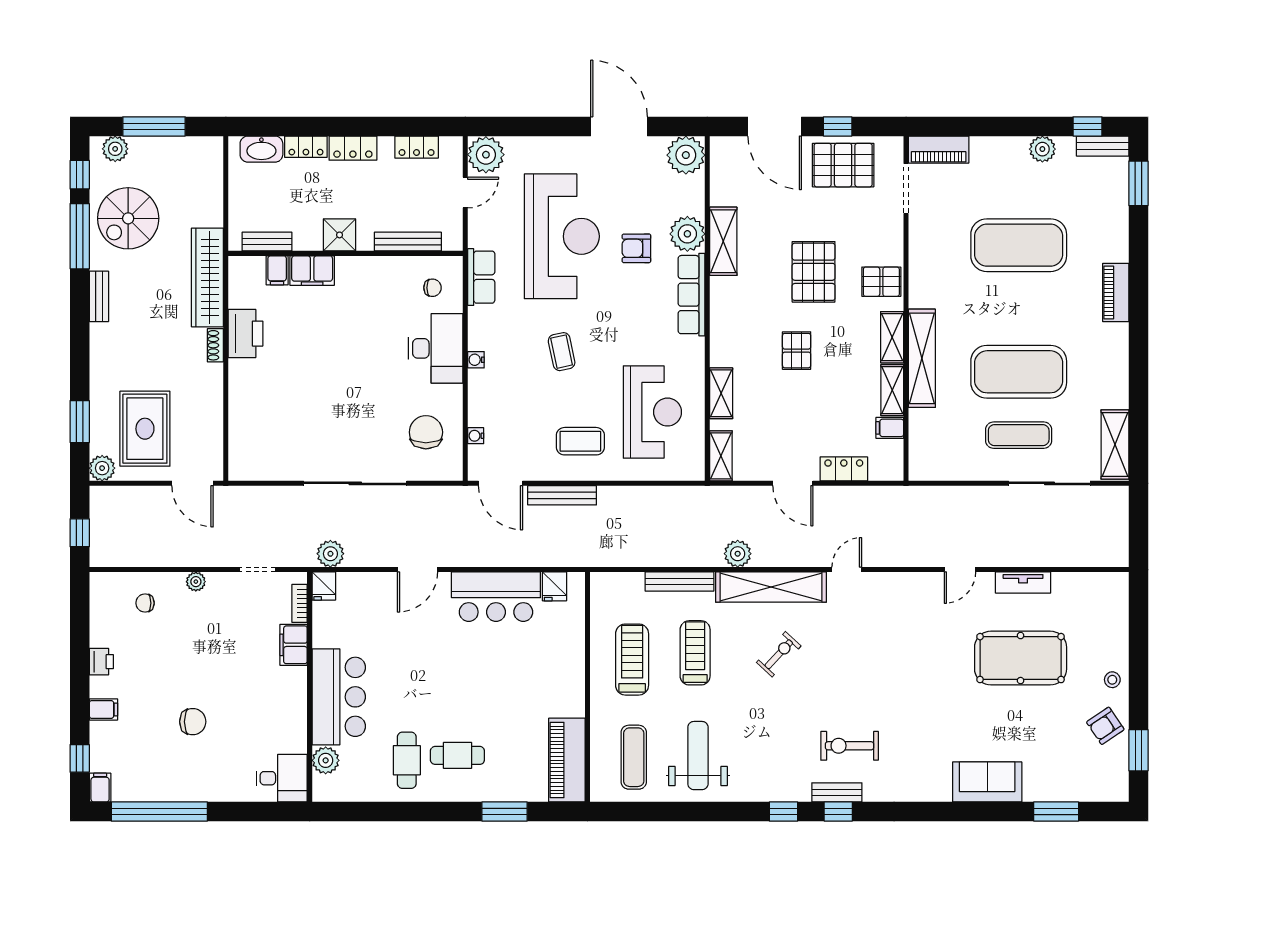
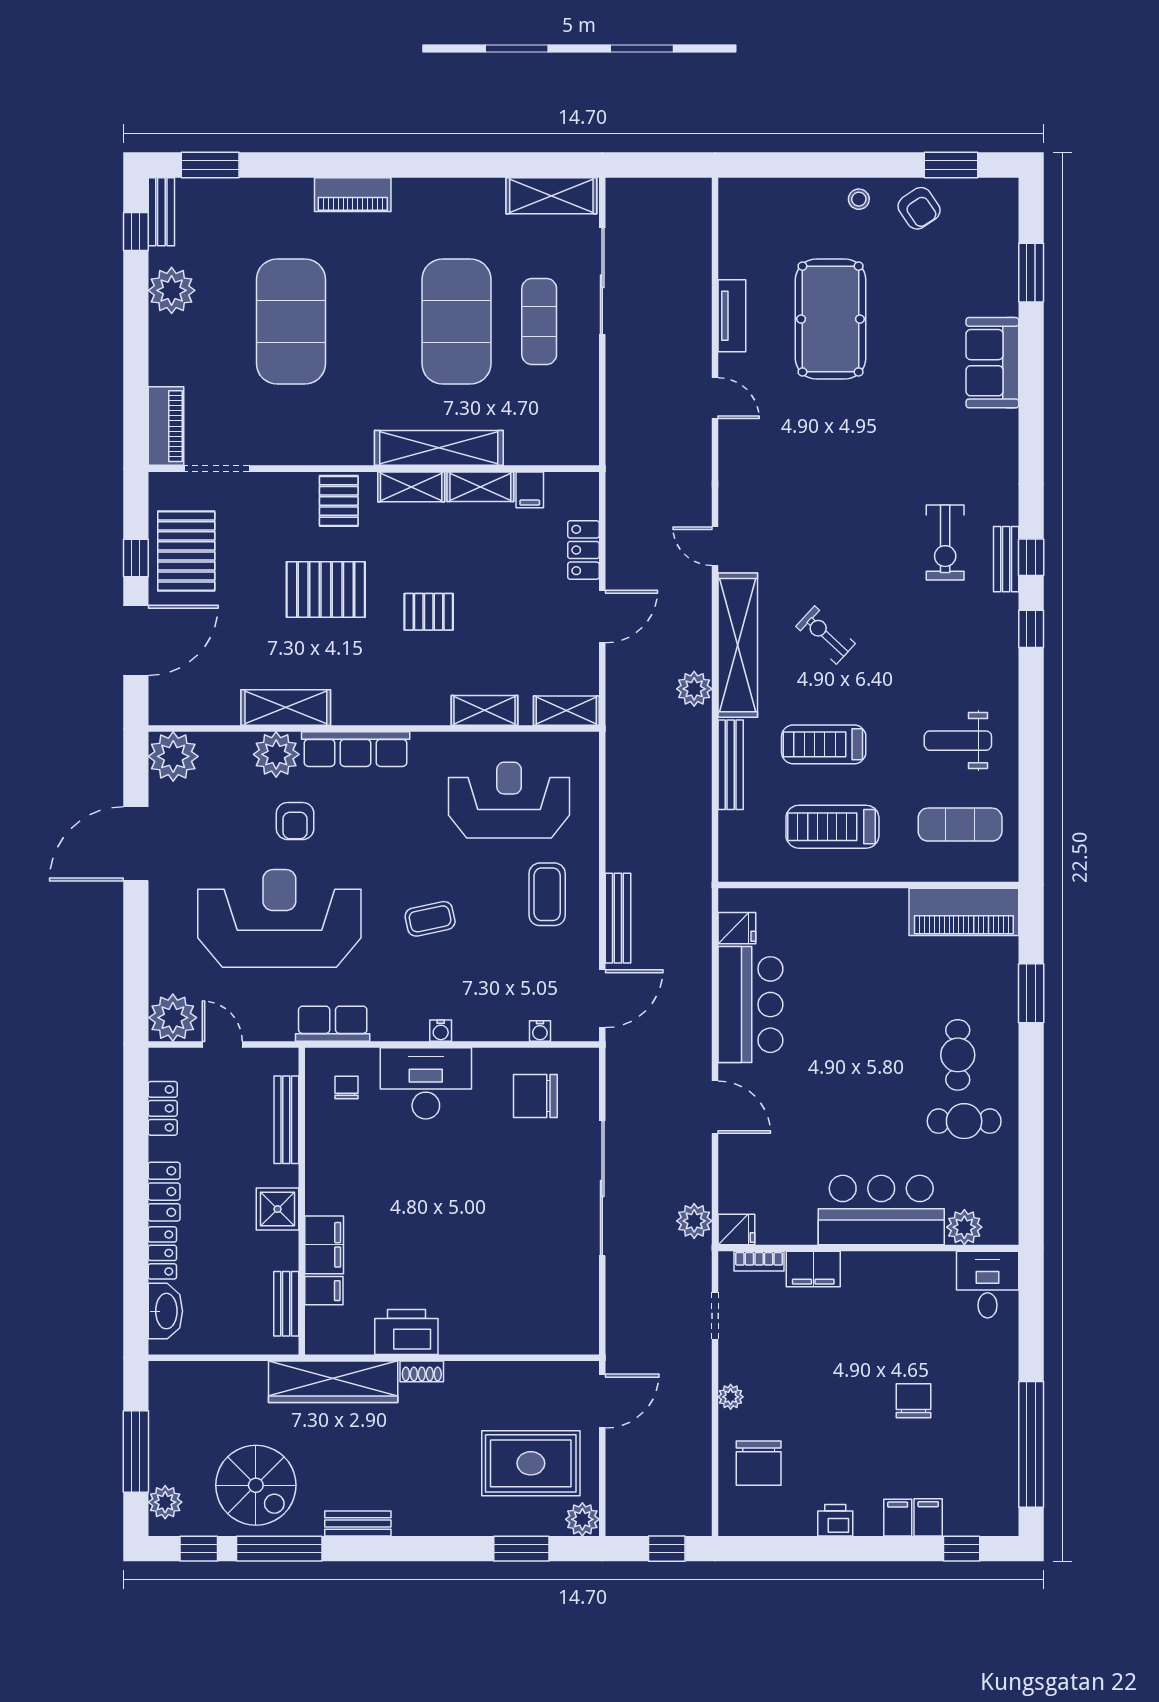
plant: (1042, 149) -> (172, 290), width x1.36, depth x1.36
chair: (145, 603) -> (759, 1463), width x1.87, depth x1.87
weight bench: (698, 756) -> (958, 741), width x0.73, depth x0.75
filing cabinet: (100, 788) -> (928, 1517), moved, turned 90

